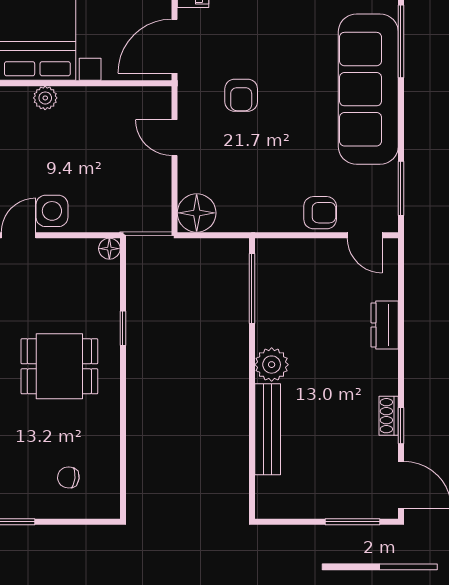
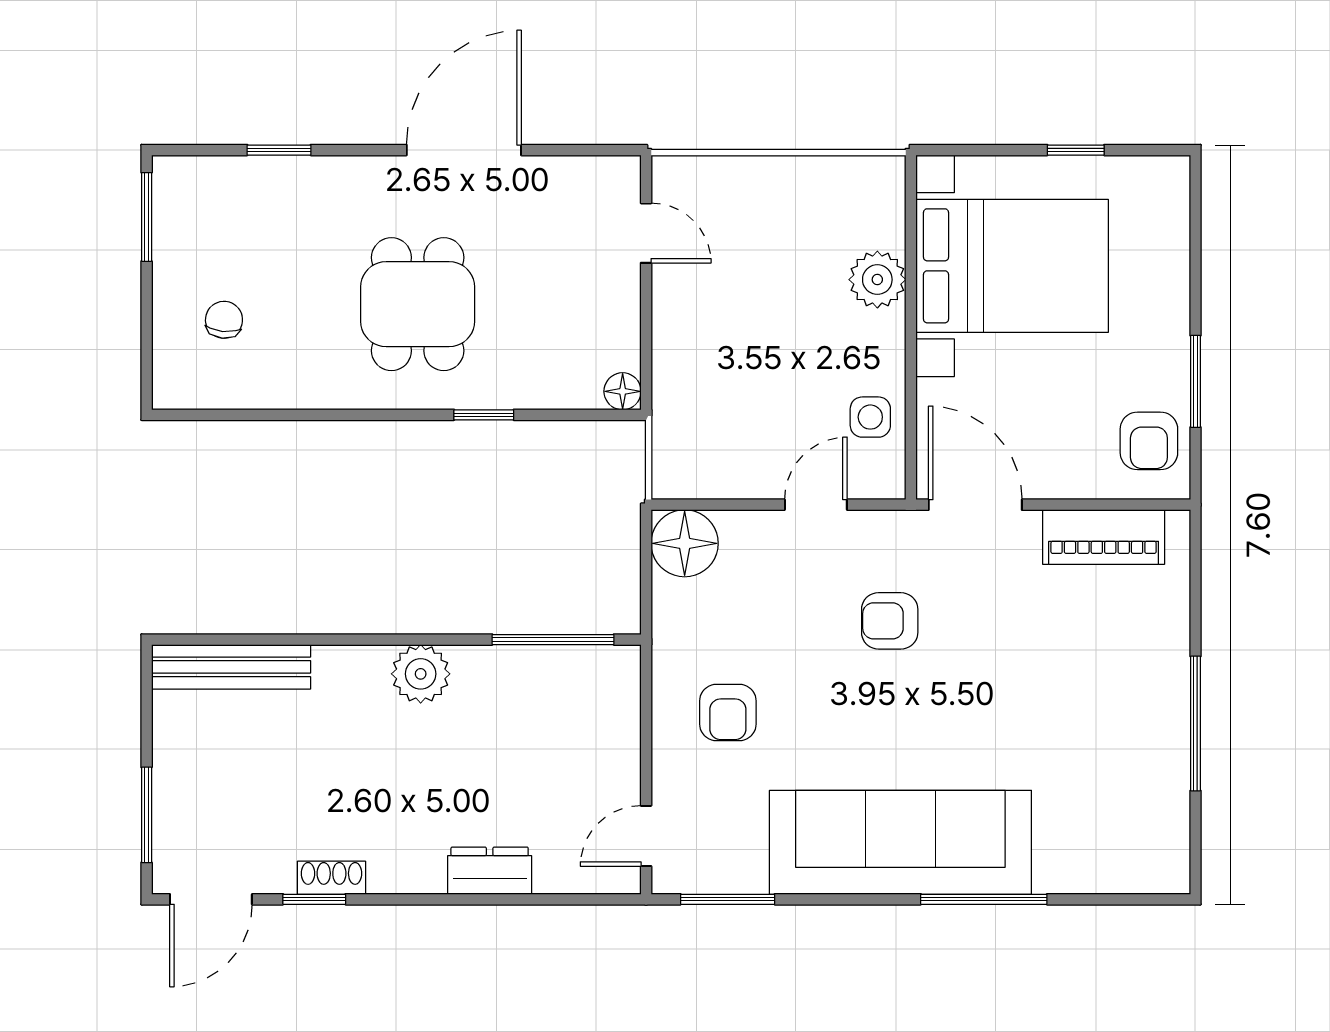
plant: (45, 98) -> (877, 280), width x1.38, depth x1.38
side table: (52, 211) -> (870, 417), moved, width x0.73, depth x0.73
armchair: (320, 213) -> (728, 712), moved
bench: (268, 429) -> (231, 667), moved

